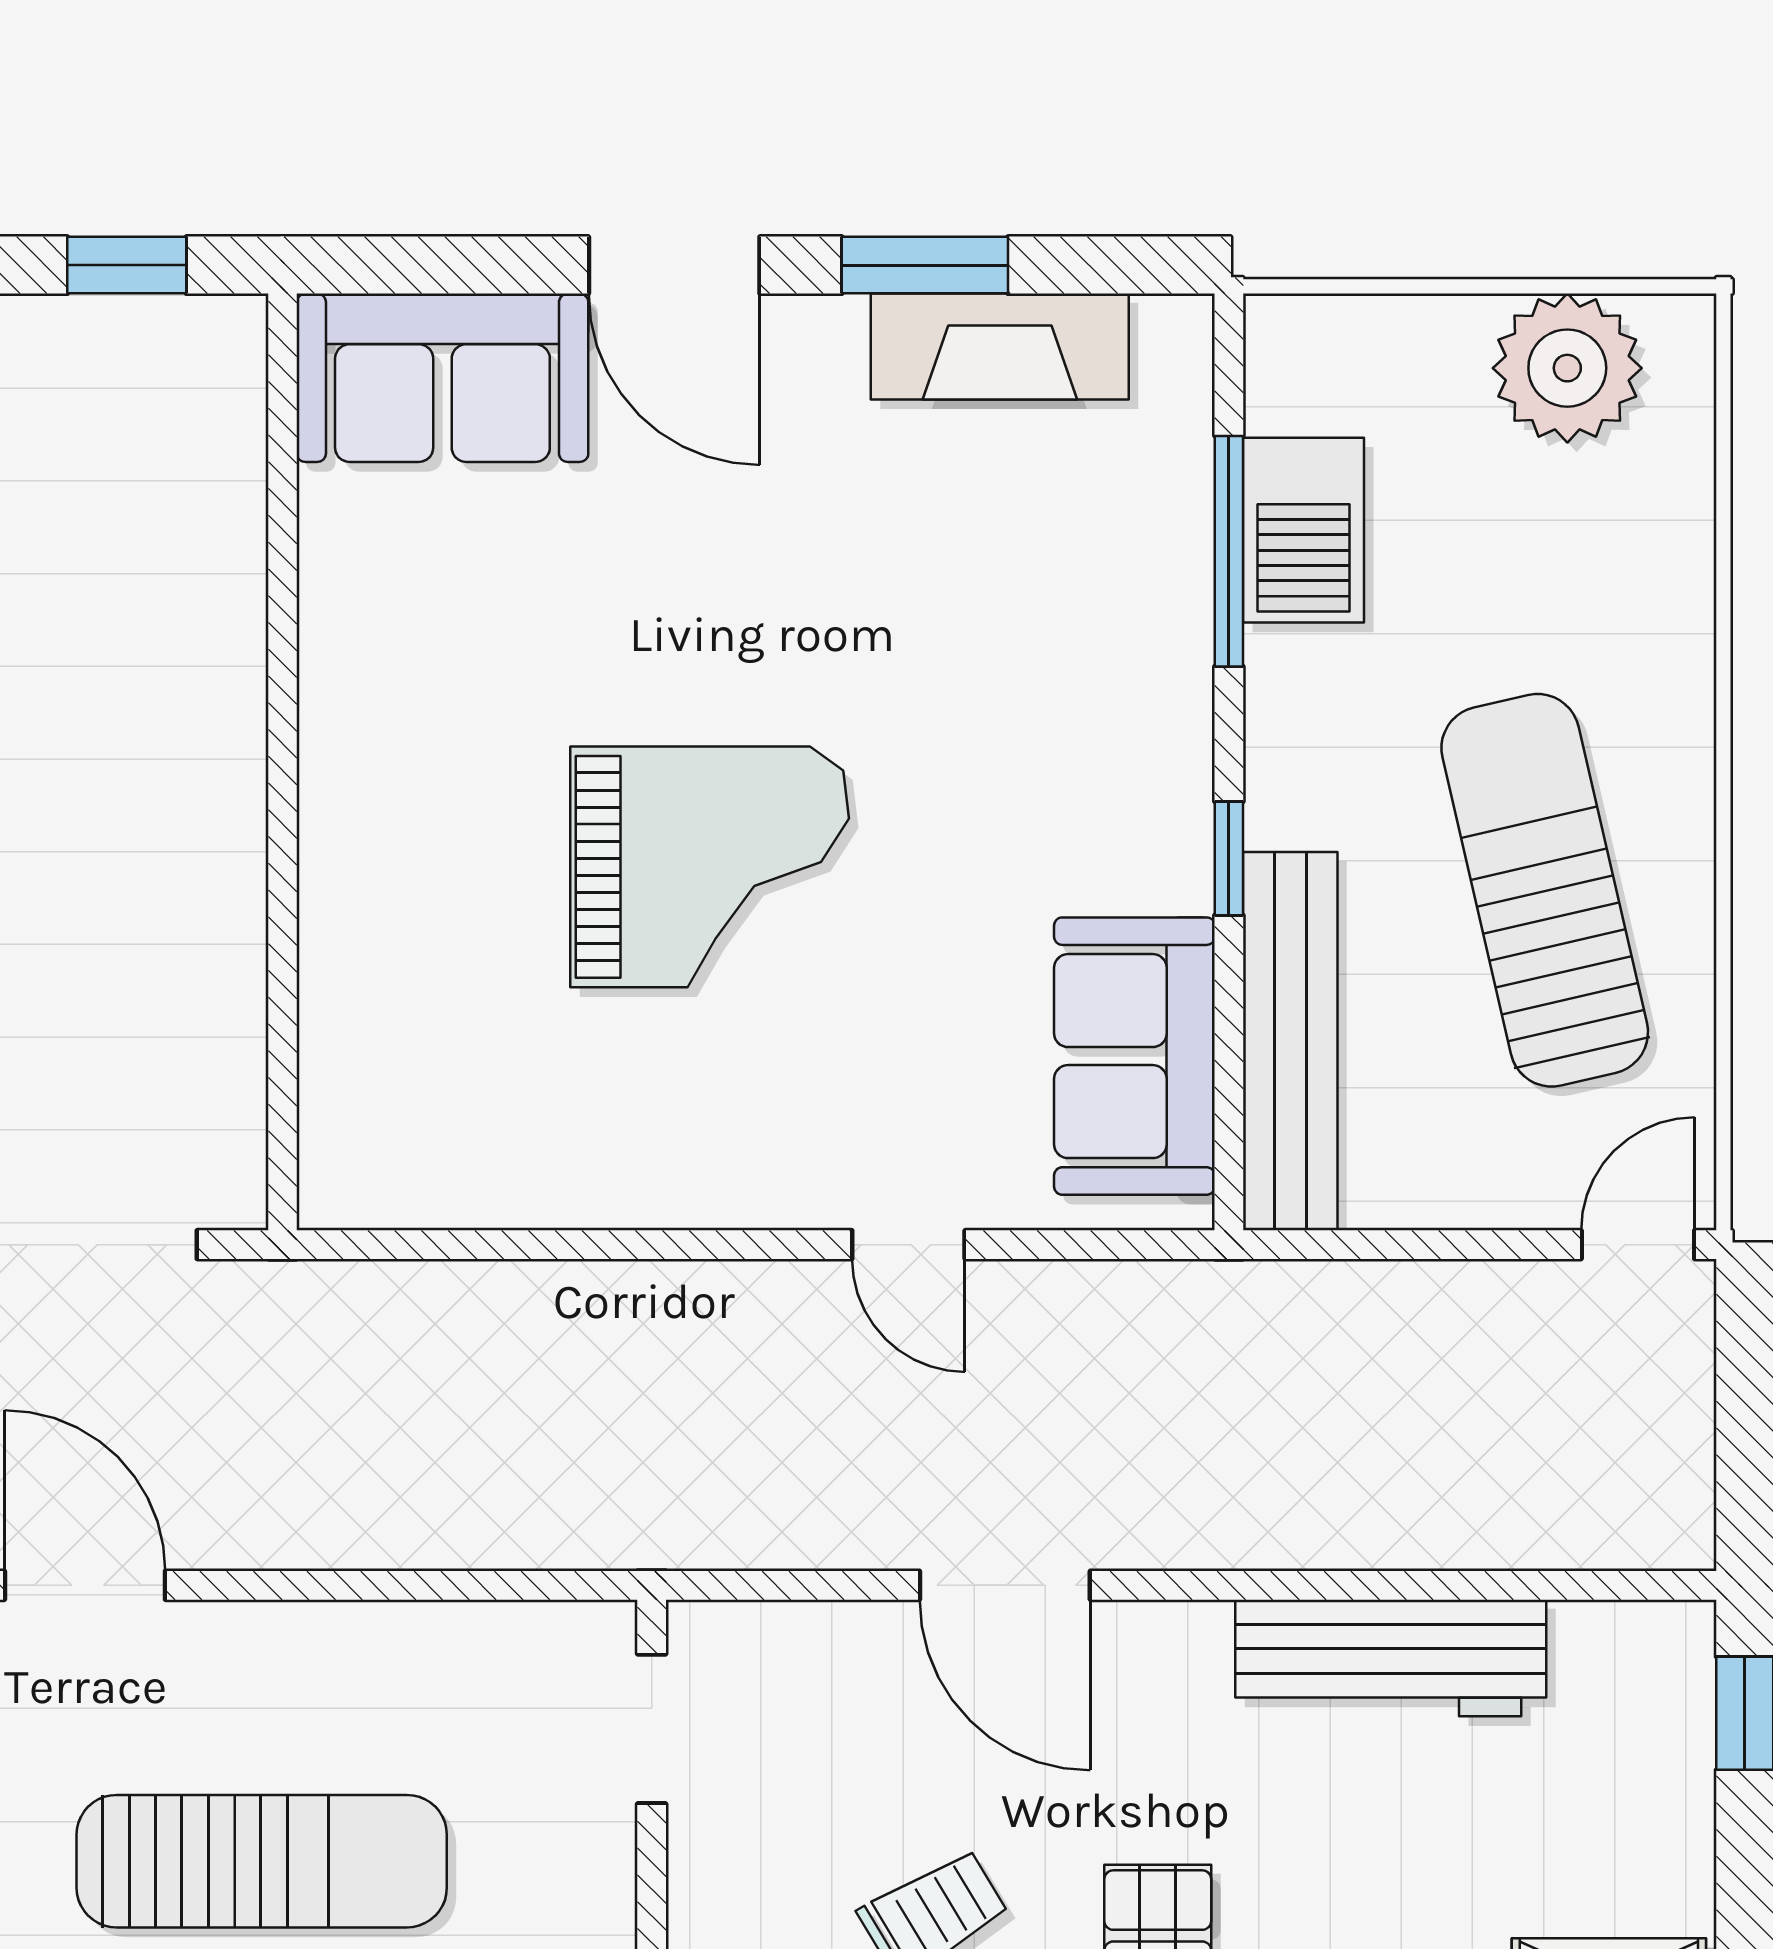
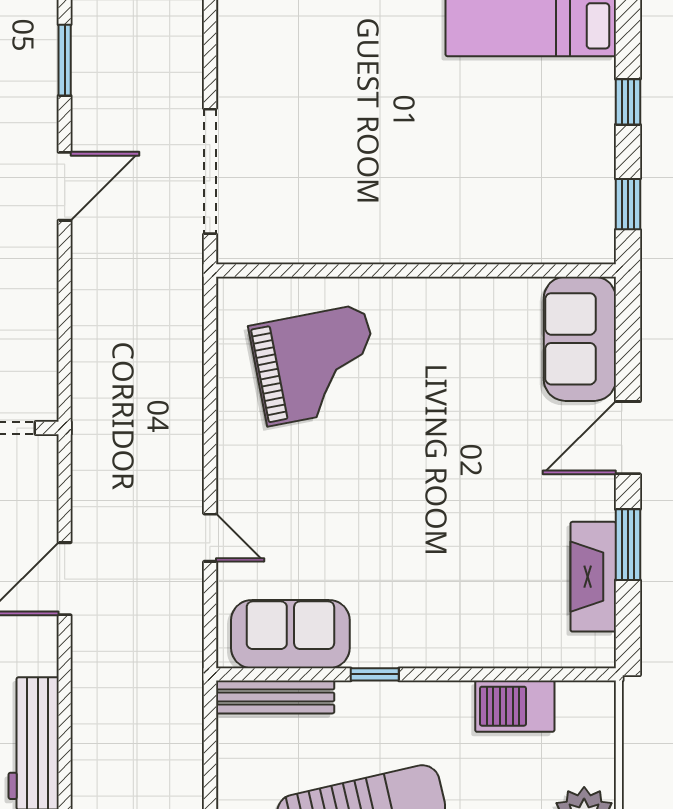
window: (1229, 551) -> (506, 674), removed
grand piano: (710, 867) -> (316, 365), moved, turned -101
bench: (1290, 1041) -> (275, 697), width x0.73, depth x0.82
door: (908, 1245) -> (210, 538), swing flipped

